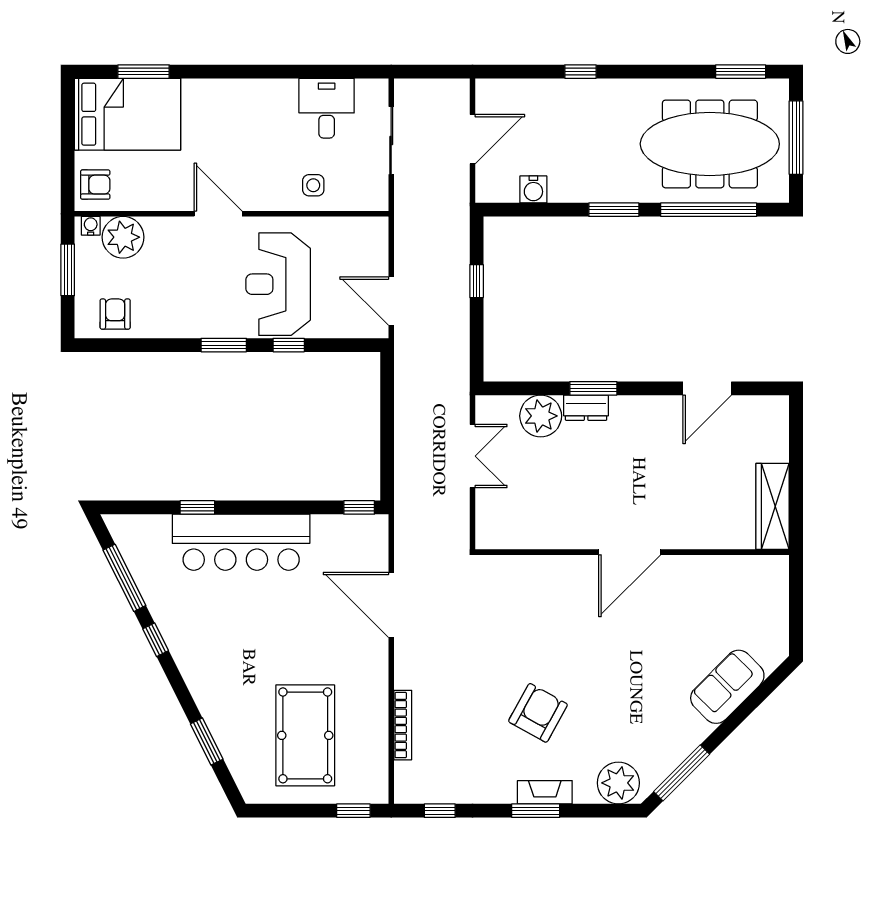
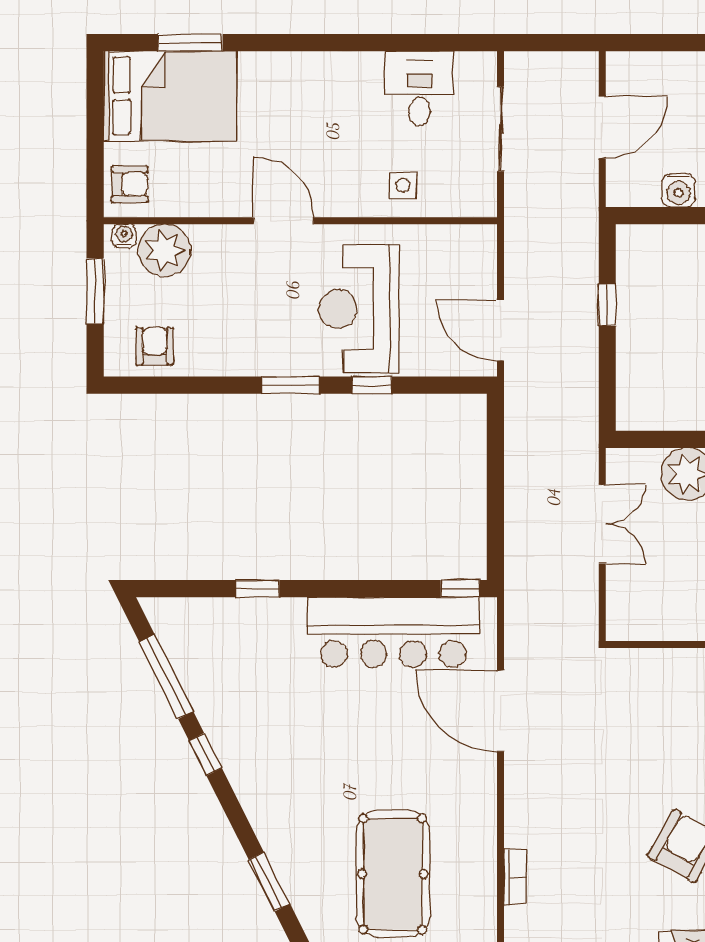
bar counter: (241, 542) -> (393, 632), moved
bookcase: (403, 725) -> (515, 877), width x0.64

